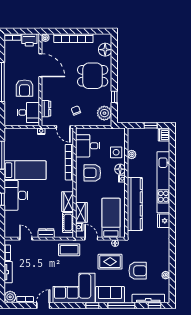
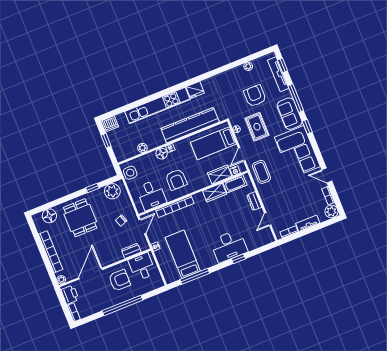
side table: (116, 152) -> (130, 173), moved
bed: (25, 170) -> (183, 254), moved

